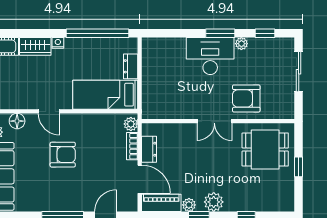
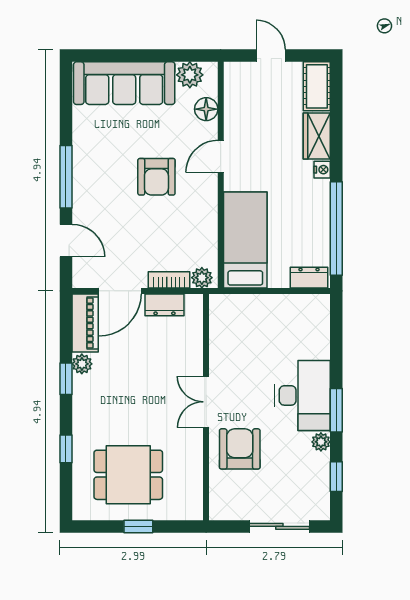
dresser: (131, 66) -> (309, 278), moved
dining table: (265, 149) -> (128, 475), moved, turned 90
plant: (214, 202) -> (86, 401), removed

